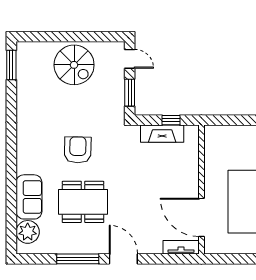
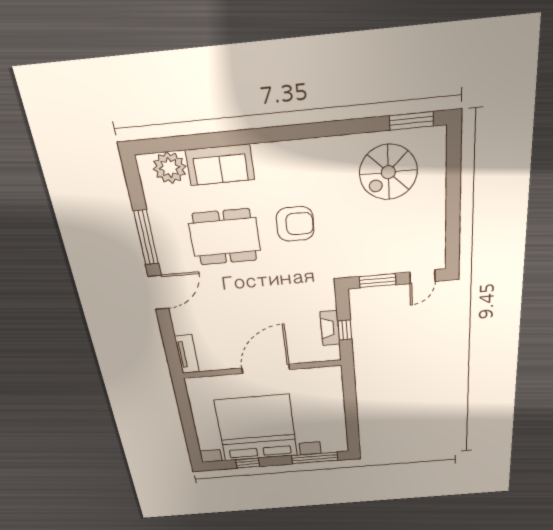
spiral stairs: (74, 65) -> (388, 172), moved
fireplace: (162, 134) -> (330, 328), width x0.73, depth x0.76
dining table: (83, 202) -> (225, 237), turned 90
door: (201, 217) -> (266, 369), moved

